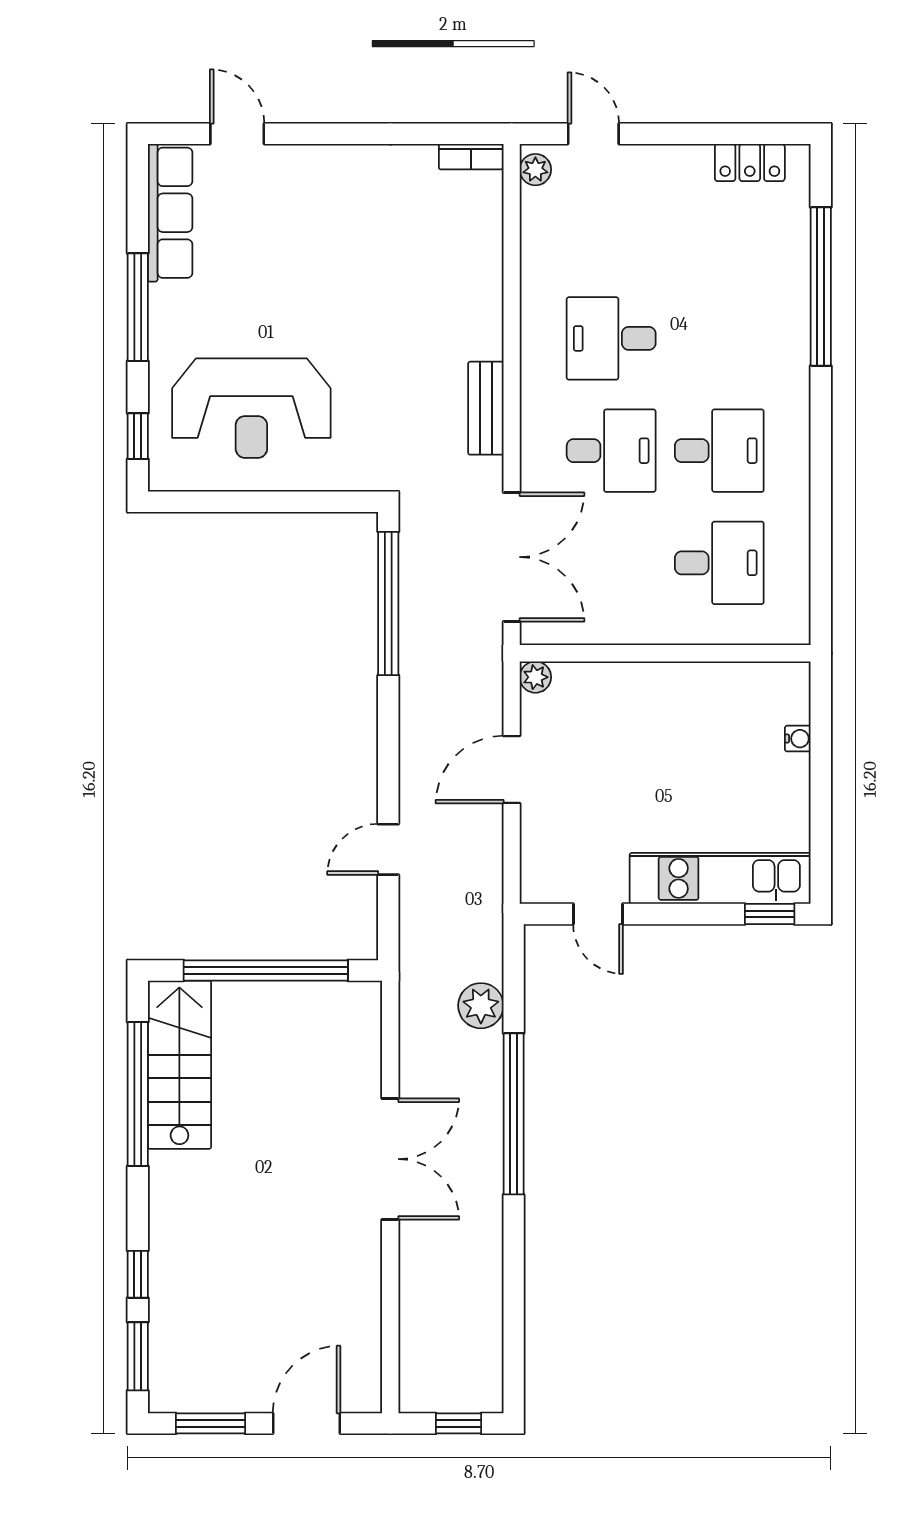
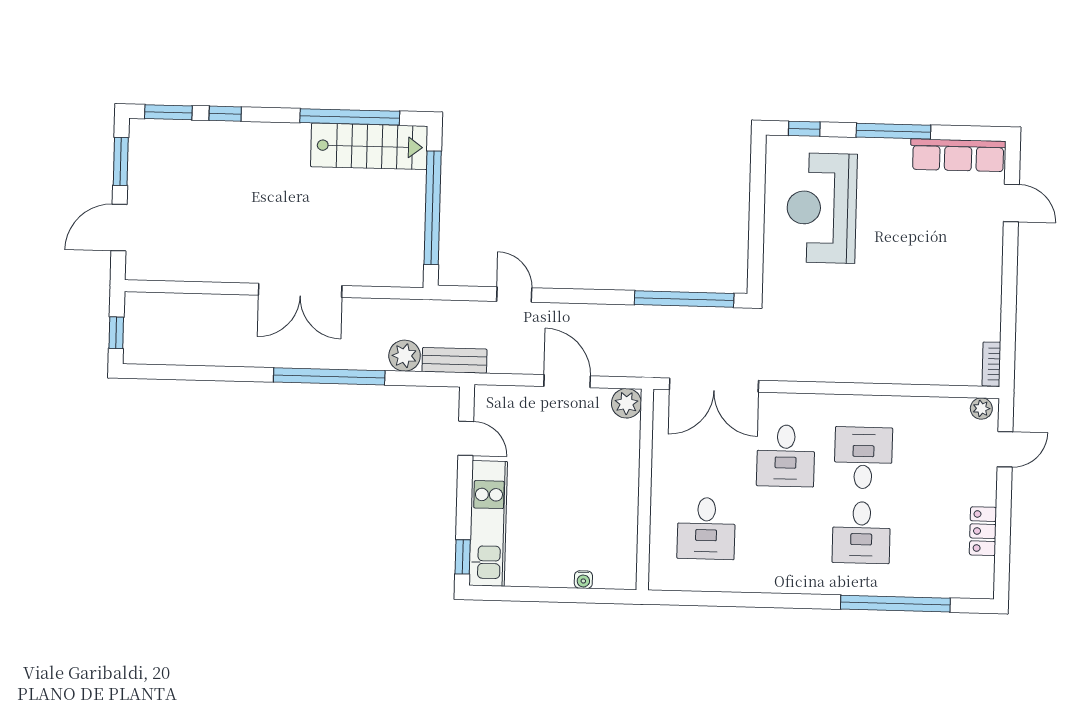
door: (237, 134) -> (1011, 203), hinge flipped
locker: (750, 163) -> (983, 531), moved
bench: (486, 408) -> (454, 360), moved
desk: (719, 451) -> (861, 533), moved
plant: (535, 677) -> (626, 403), width x1.38, depth x1.38
door: (598, 914) -> (466, 438), swing flipped
door: (307, 1423) -> (119, 228), swing flipped

